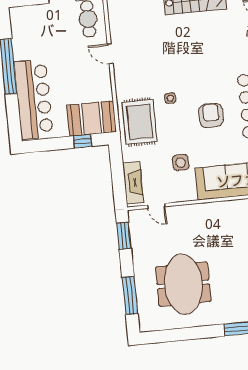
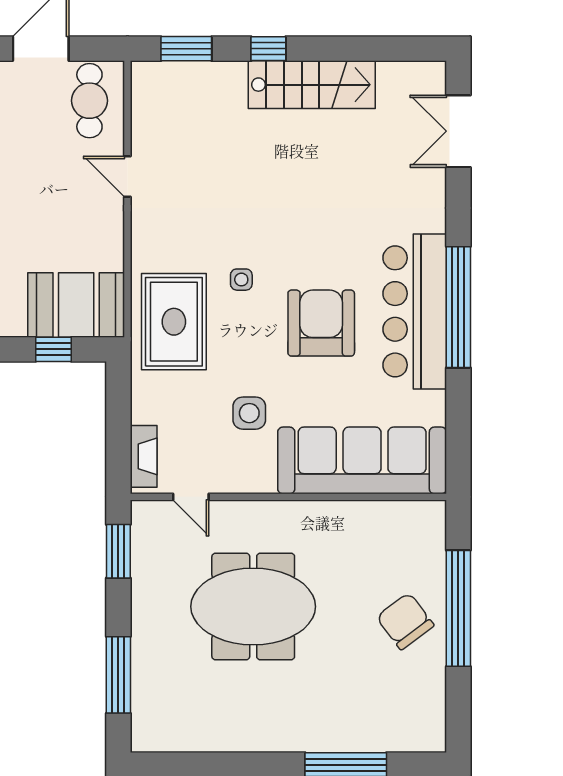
armchair: (211, 115) -> (321, 323), width x1.36, depth x1.36
fireplace: (133, 183) -> (144, 456), width x0.73, depth x0.76
meeting table: (183, 284) -> (253, 607), moved, turned 90

